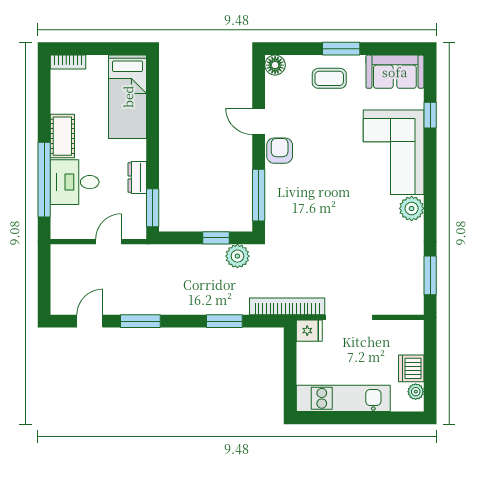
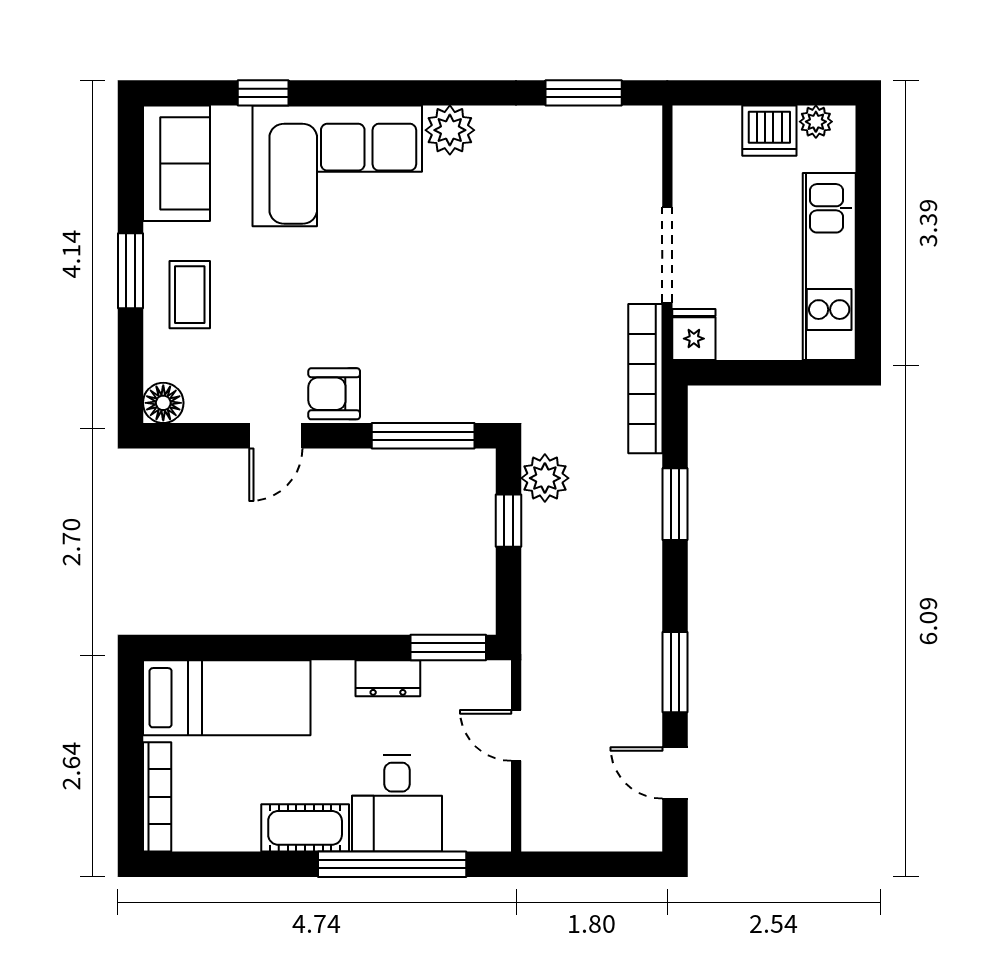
bookcase: (68, 62) -> (157, 797), width x1.56

